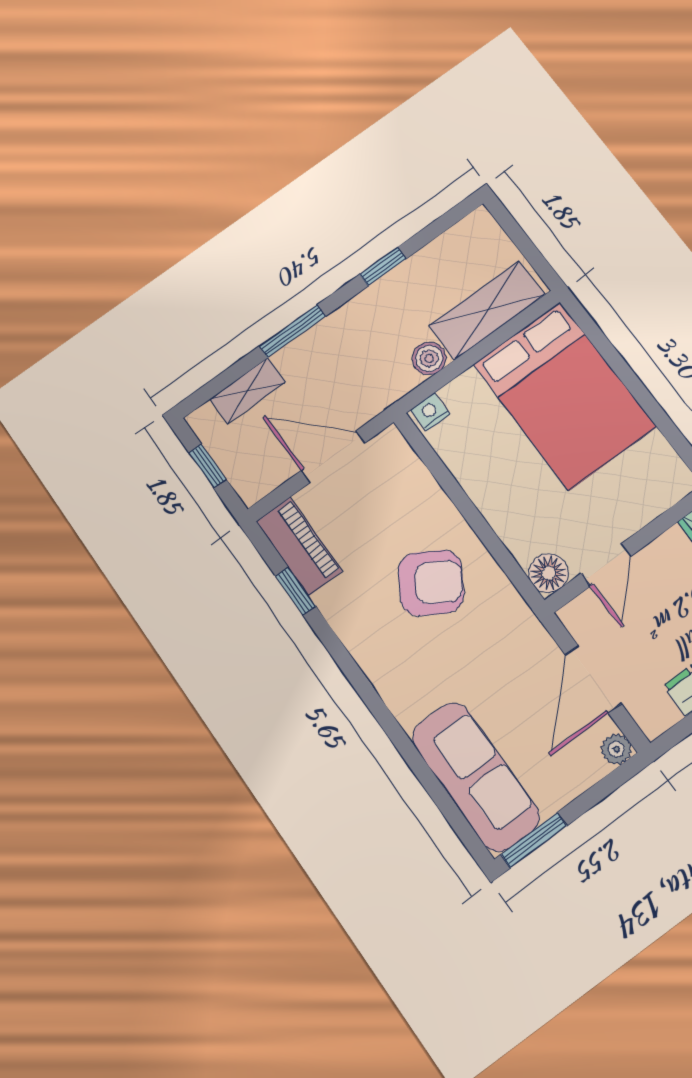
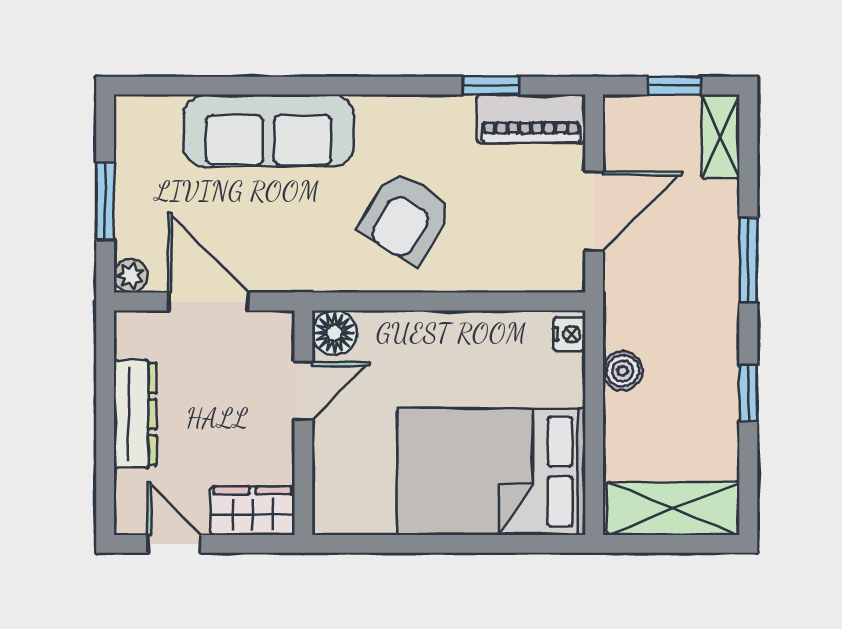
shelving: (487, 310) -> (673, 509), moved, turned 90
shelving: (248, 391) -> (721, 137), moved
door: (606, 565) -> (303, 391), swing flipped
sofa: (476, 777) -> (269, 131), moved
window: (534, 840) -> (105, 201), moved

